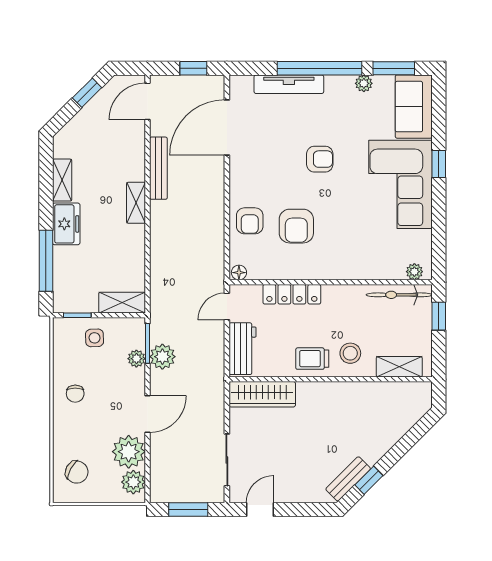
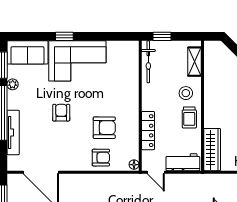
plant: (414, 272) -> (133, 52), removed

